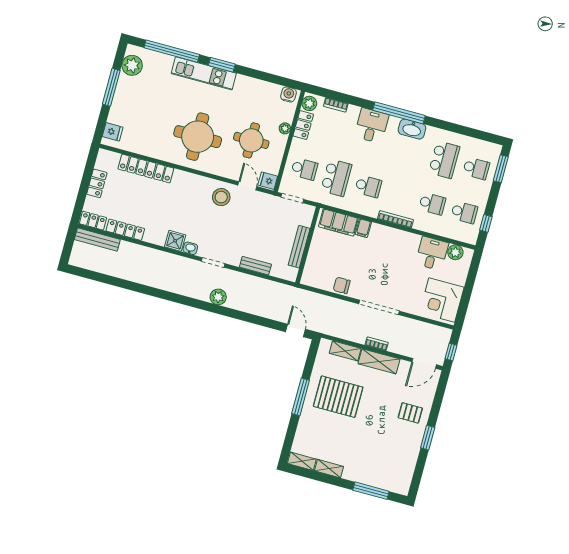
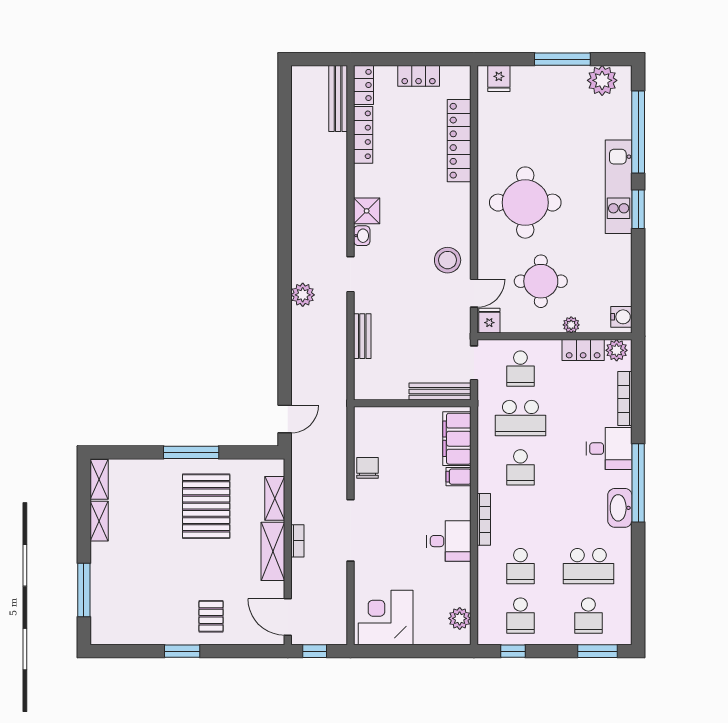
bookcase: (336, 105) -> (625, 399), width x1.56
bench: (299, 247) -> (440, 391), moved
desk: (432, 253) -> (449, 541), moved

